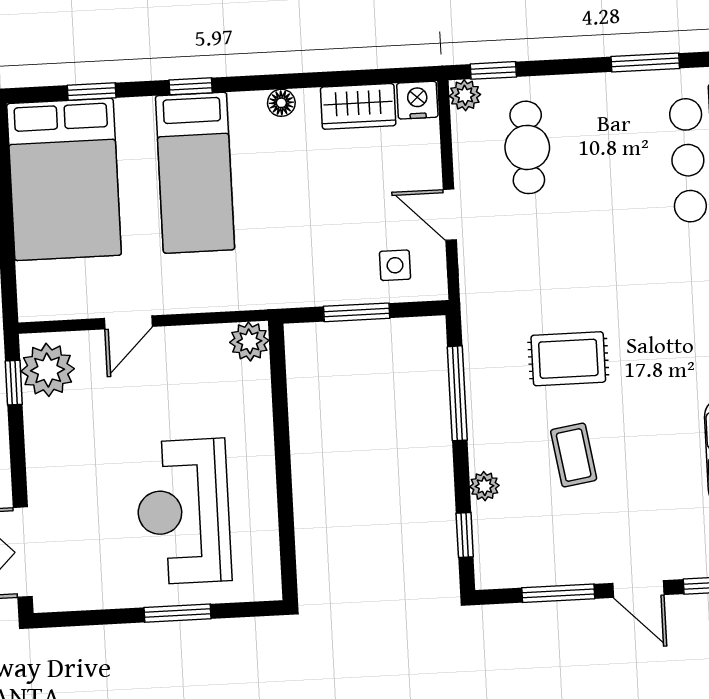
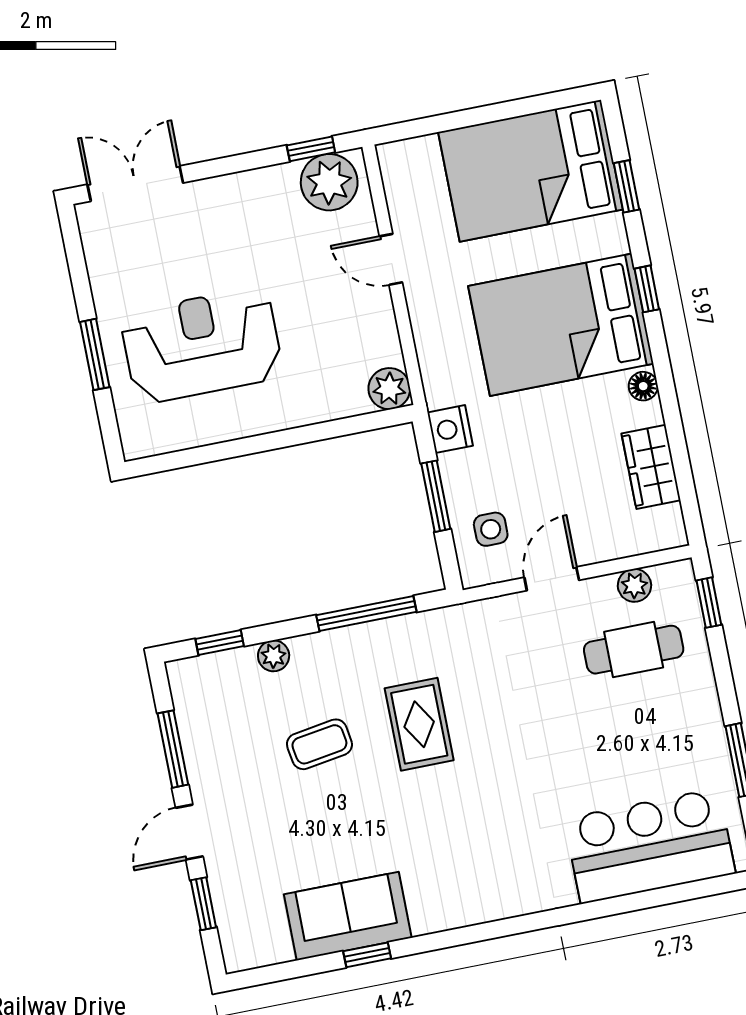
plant: (465, 95) -> (634, 585), moved
nightstand: (417, 100) -> (450, 429), moved, turned 180
bed: (195, 173) -> (561, 325), width x1.50

